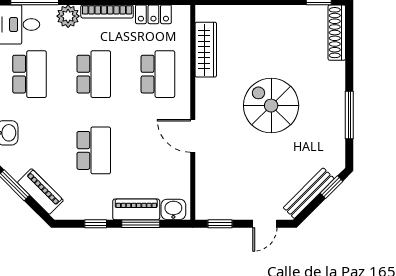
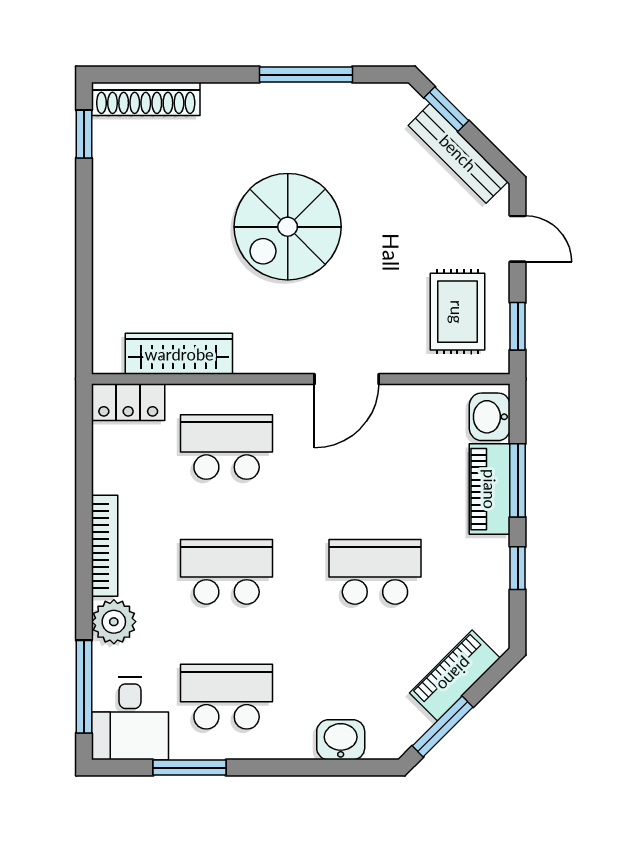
locker: (153, 14) -> (128, 402), moved, turned 90
rug: (227, 193) -> (457, 312), added

